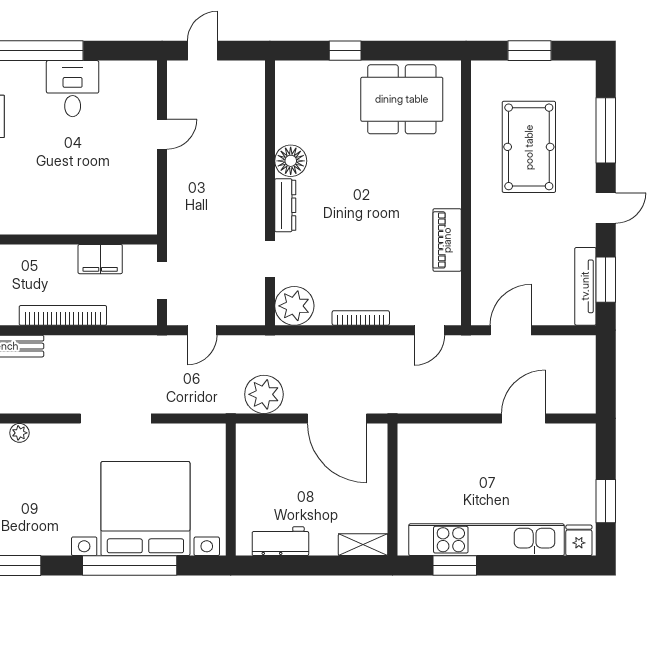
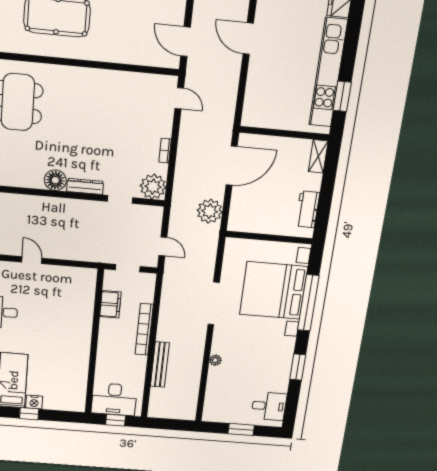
piano: (447, 240) -> (118, 80), removed
bookcase: (361, 318) -> (165, 151), width x0.64

